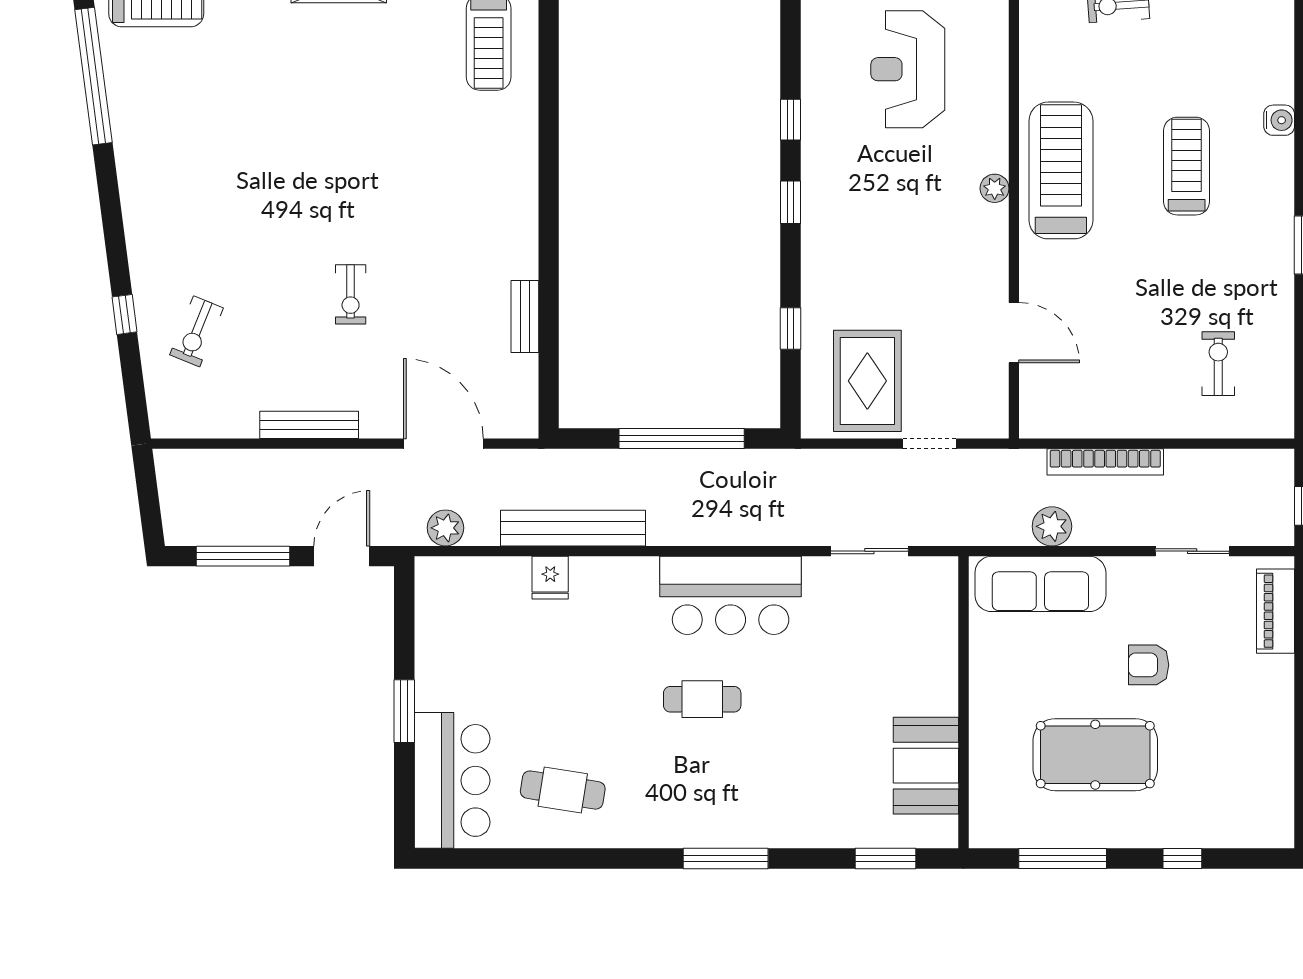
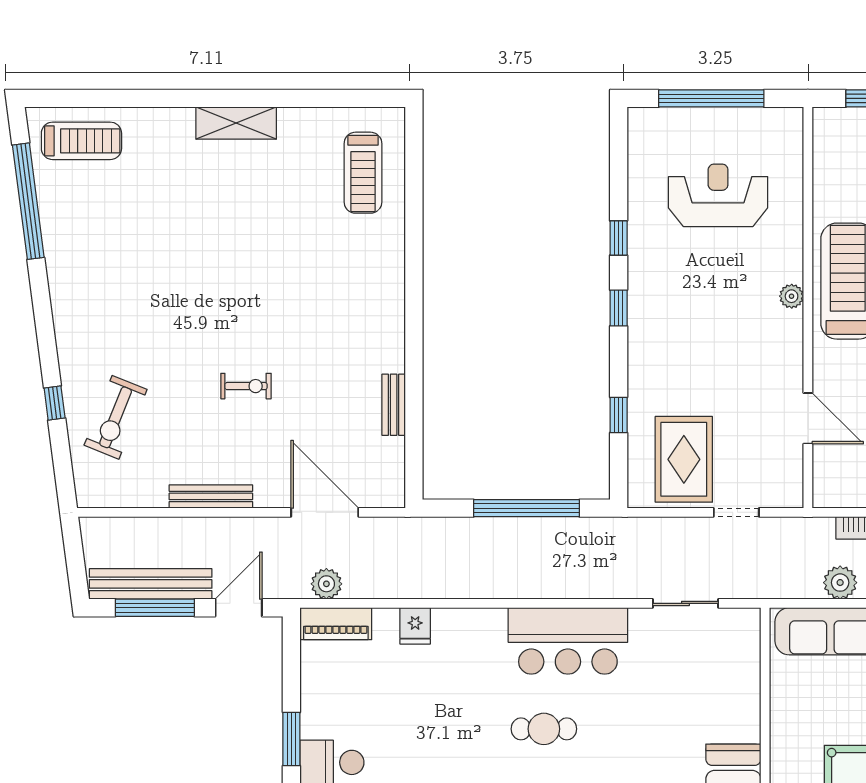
reception desk: (908, 69) -> (718, 195), turned 90
exercise bike: (351, 294) -> (246, 386), turned -90
exercise bike: (197, 331) -> (116, 417), width x1.38, depth x1.39
bench: (573, 528) -> (151, 584), moved
piano: (457, 575) -> (336, 624), added

